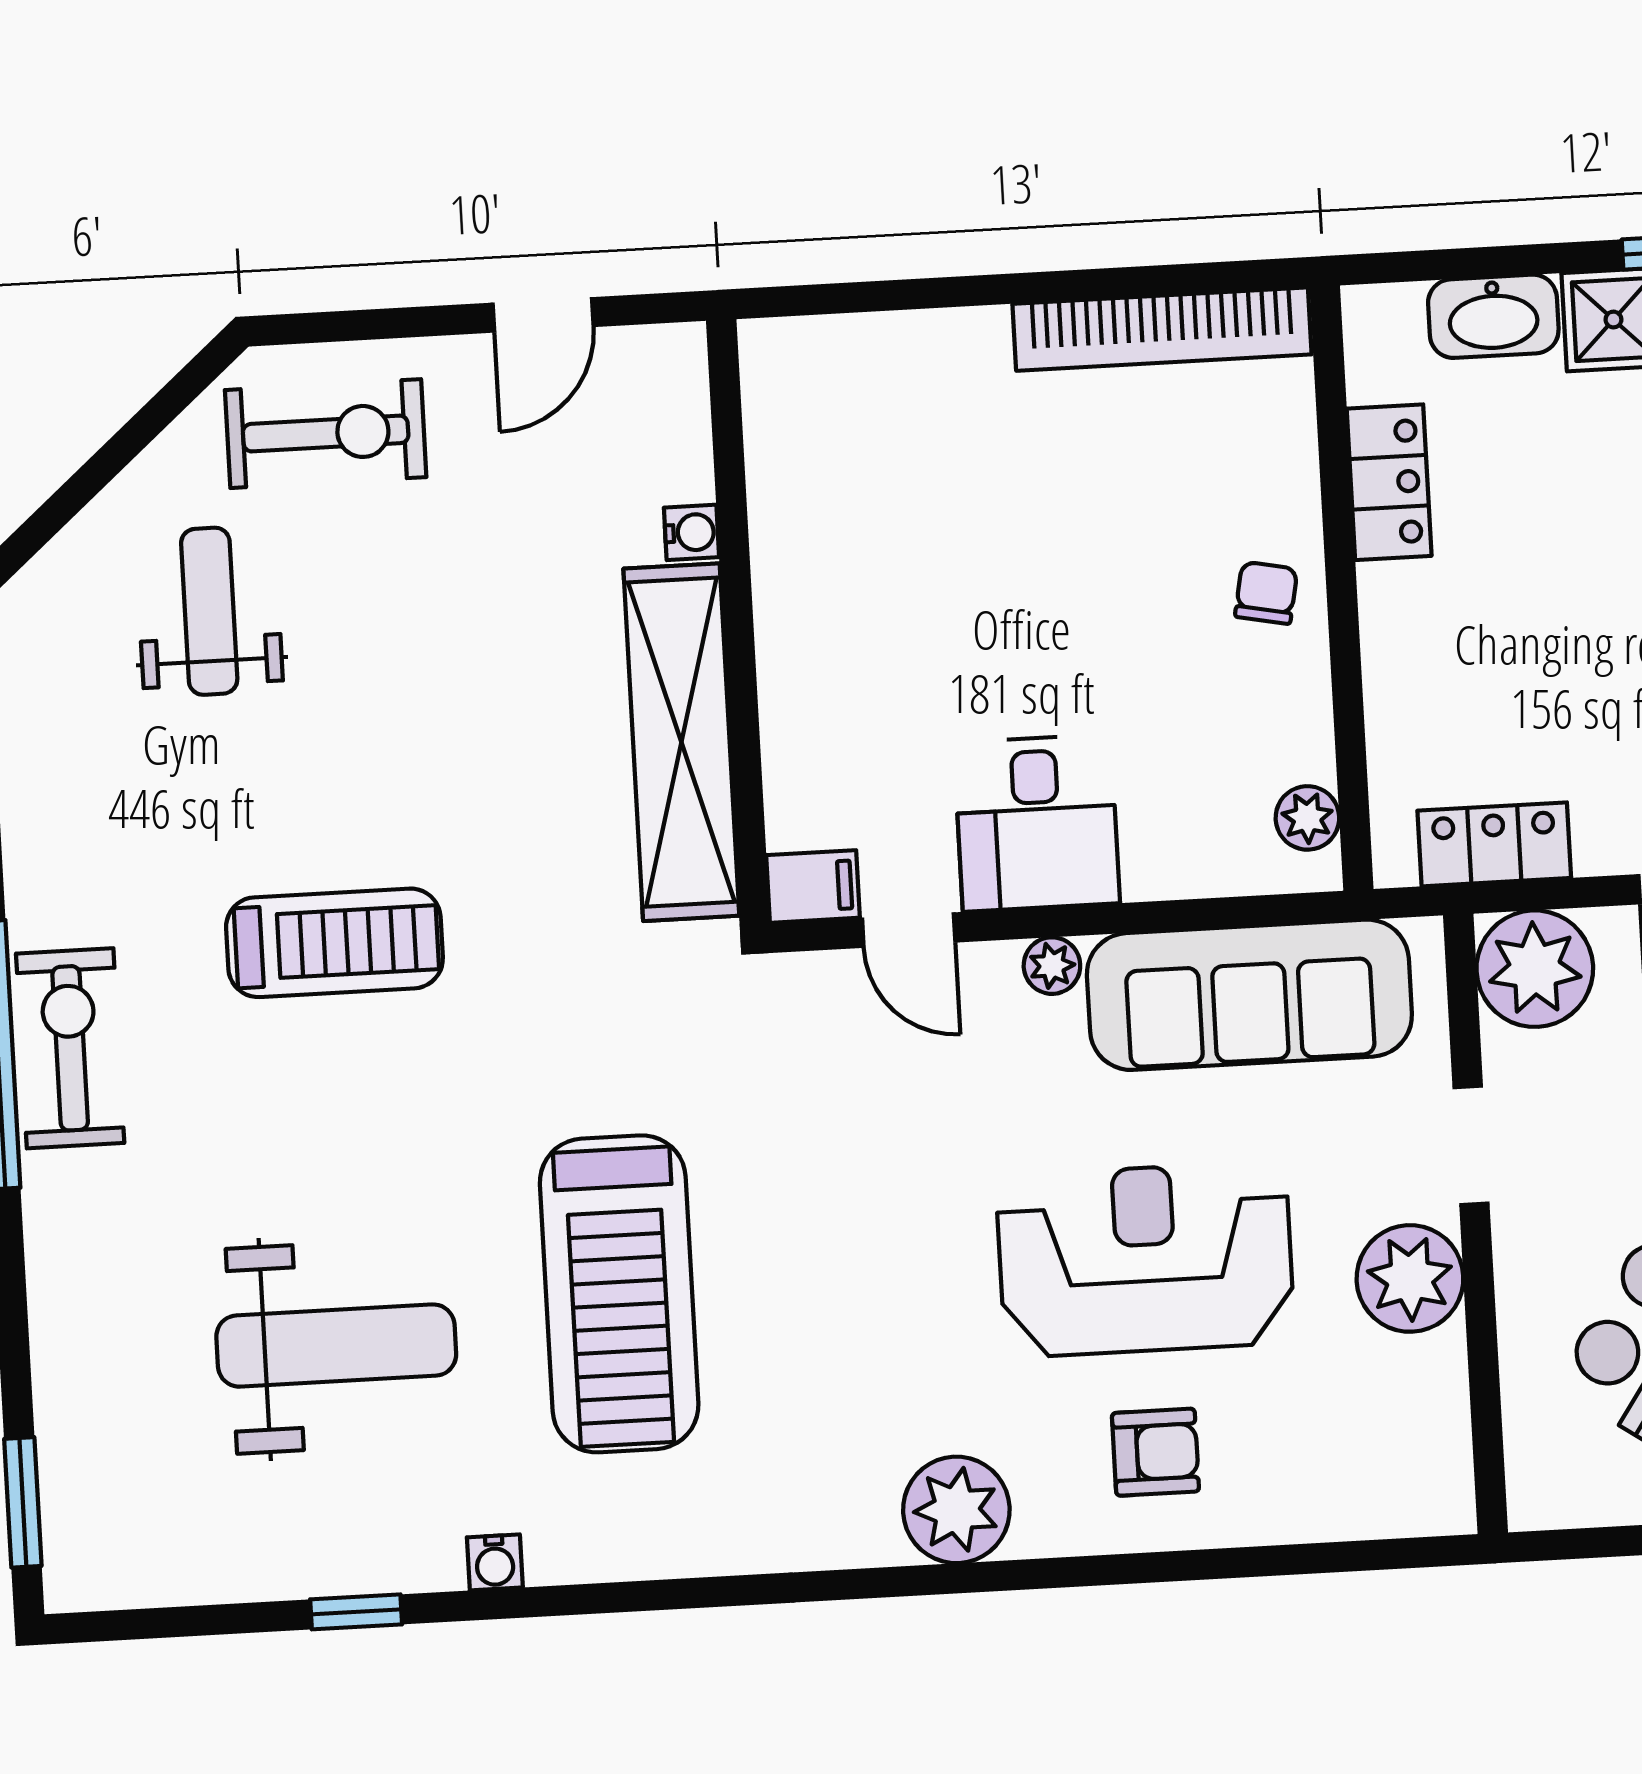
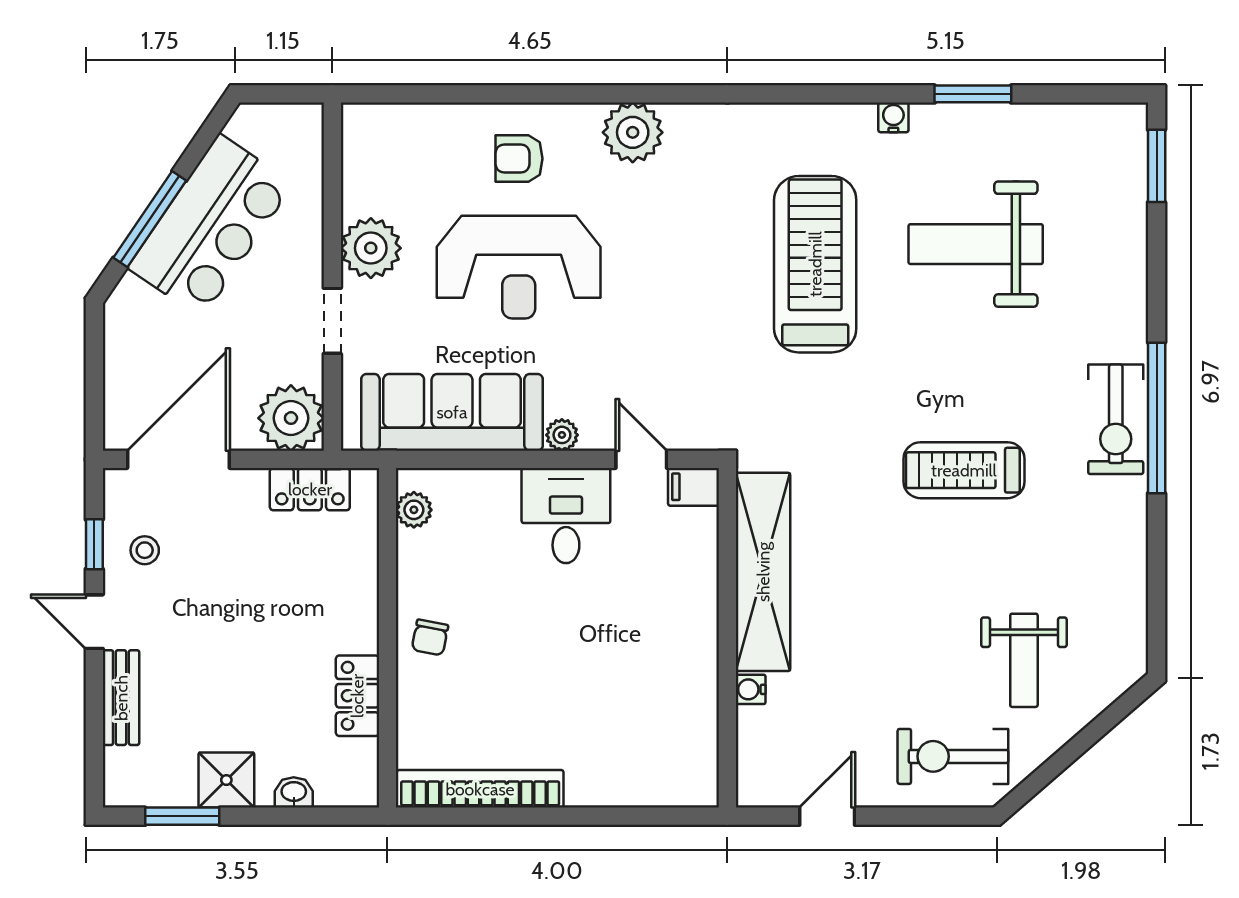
washbasin: (1493, 316) -> (294, 792), width x0.52, depth x0.69
window: (356, 1612) -> (973, 94), width x1.50

